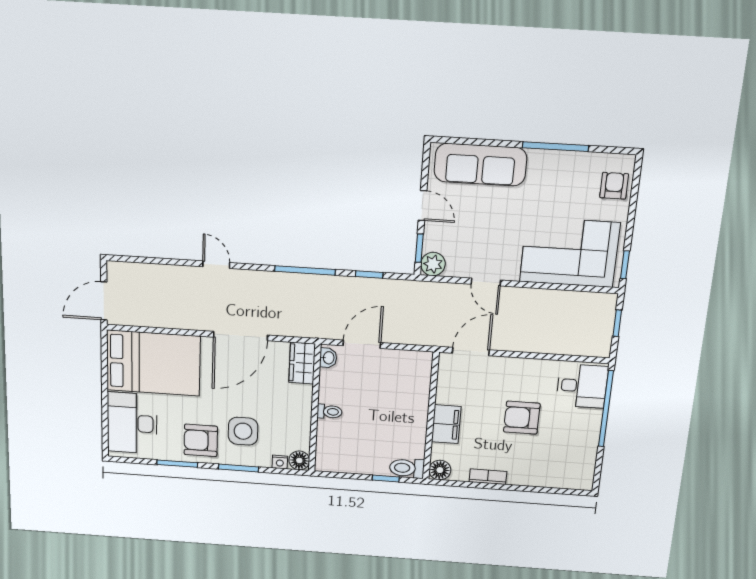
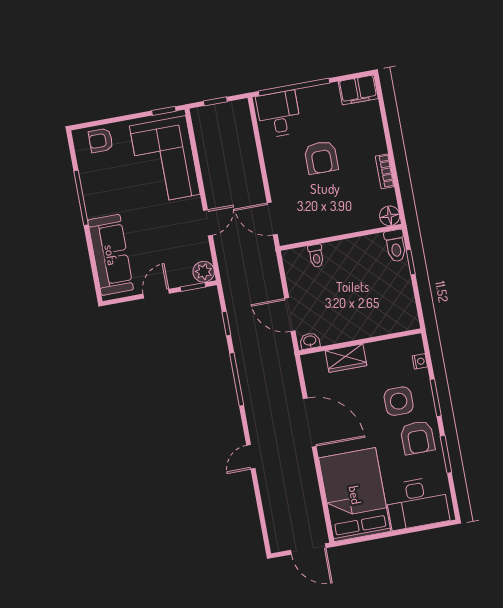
wardrobe: (302, 363) -> (346, 358), moved
toilet: (329, 412) -> (316, 256), moved, turned 180
filing cabinet: (446, 424) -> (358, 90), moved, turned 180
floor lamp: (299, 460) -> (414, 344), removed

